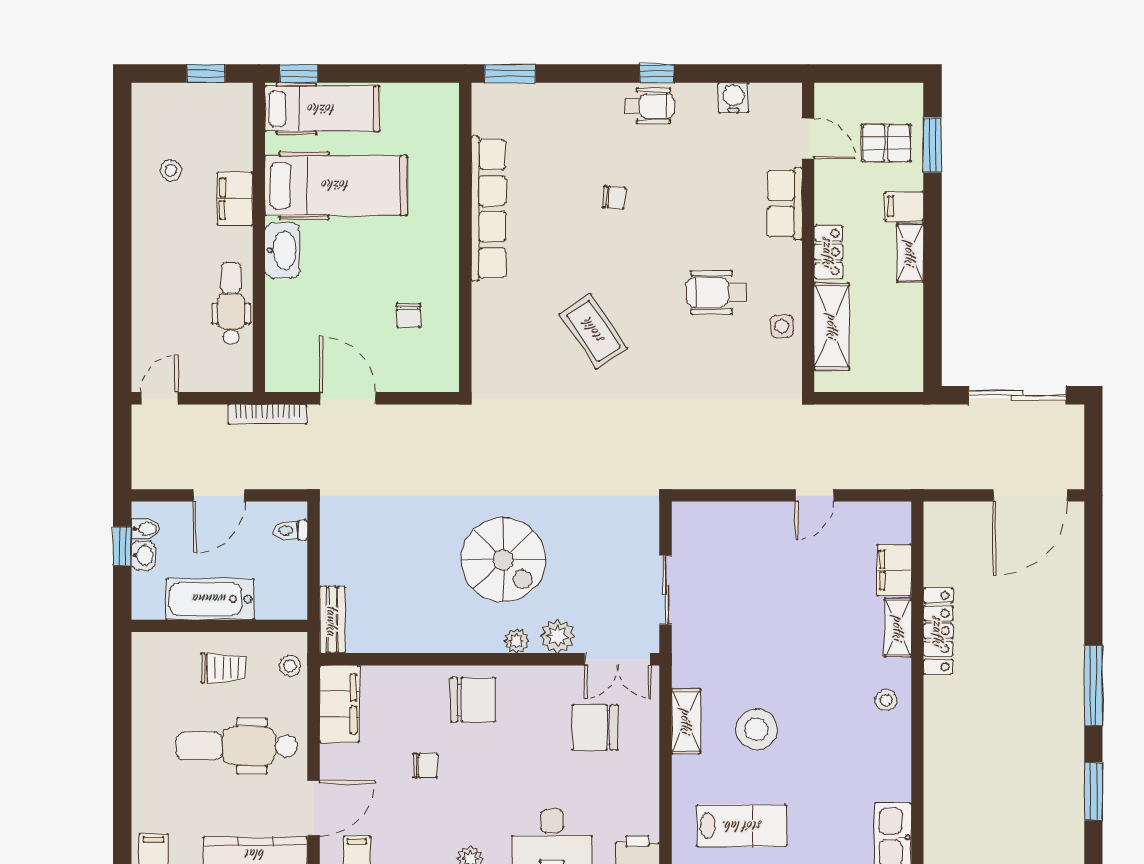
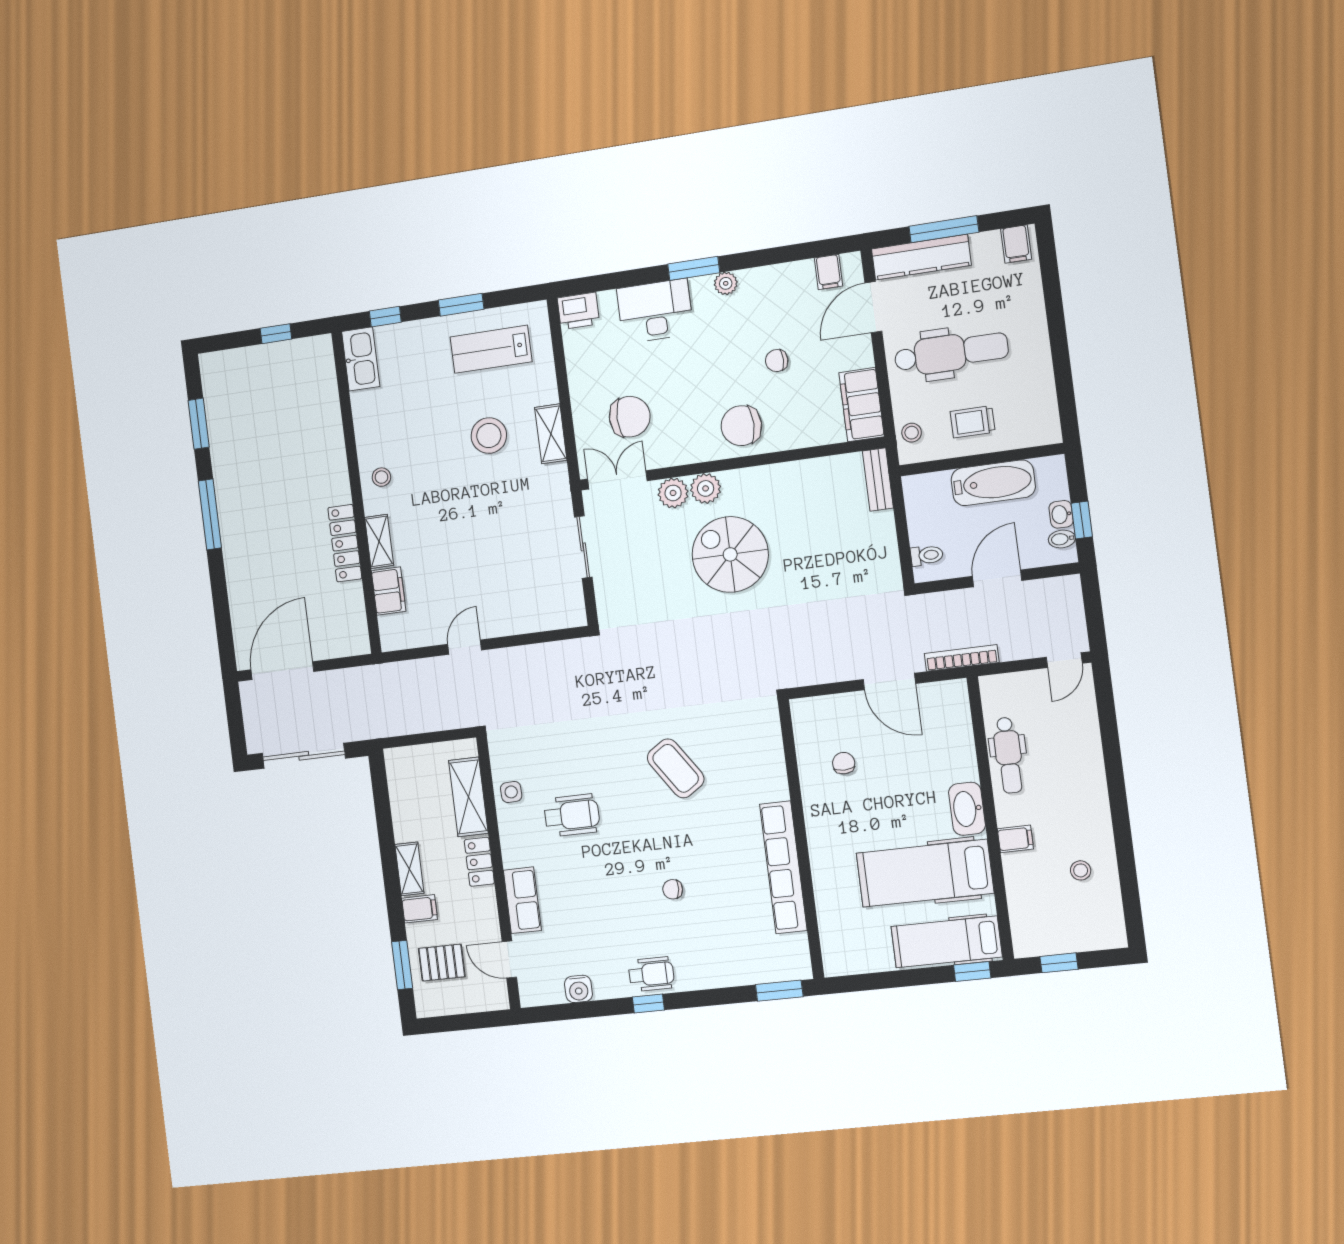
wheelchair: (650, 106) -> (651, 974), turned 180
filing cabinet: (235, 199) -> (1015, 839), width x0.50
plant: (516, 641) -> (706, 488), width x1.38, depth x1.38

